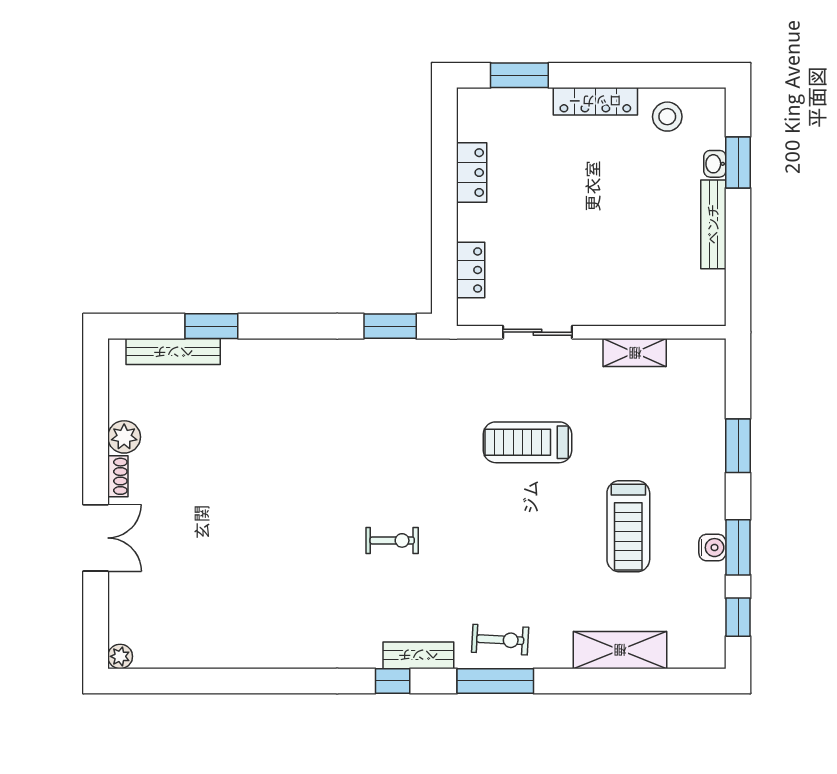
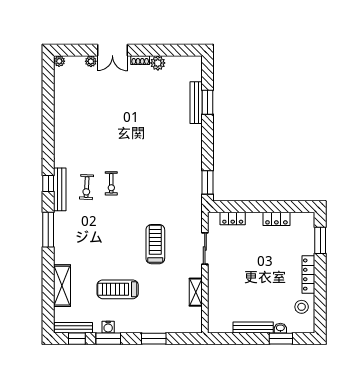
bench: (173, 352) -> (196, 103), moved
plant: (120, 586) -> (91, 61), added
bench: (714, 625) -> (73, 328), added
exercise bike: (500, 640) -> (87, 187), moved
bench: (418, 655) -> (60, 189), width x1.36

